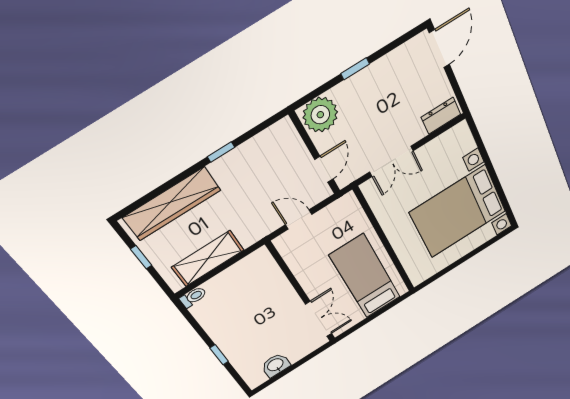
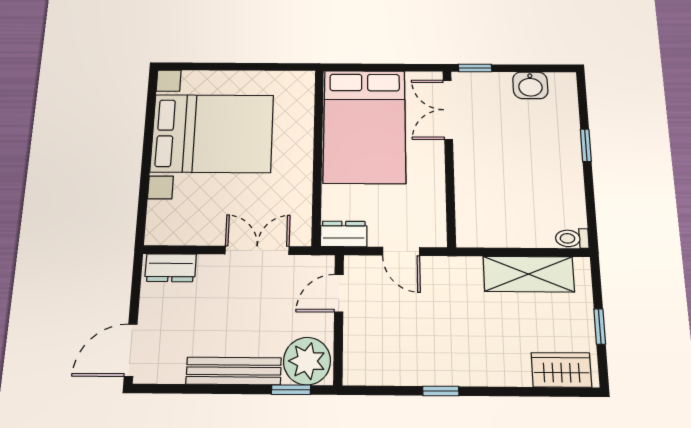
window: (355, 69) -> (291, 390), moved
bench: (365, 78) -> (234, 371), added
wardrobe: (172, 204) -> (561, 370), width x0.48, depth x0.85
dresser: (342, 206) -> (344, 234), added
bed: (365, 276) -> (365, 126), width x1.50
window: (316, 353) -> (475, 68), added

